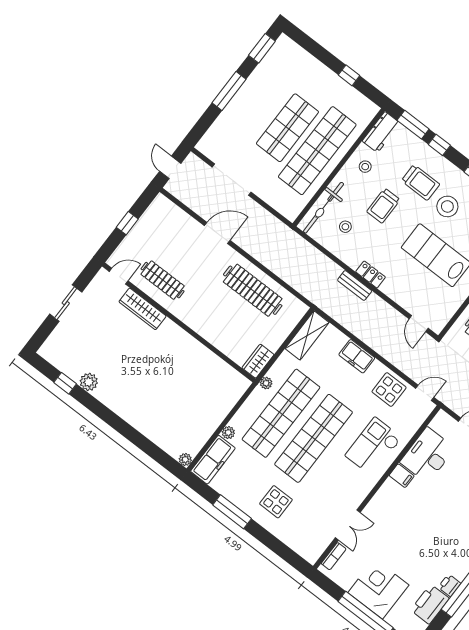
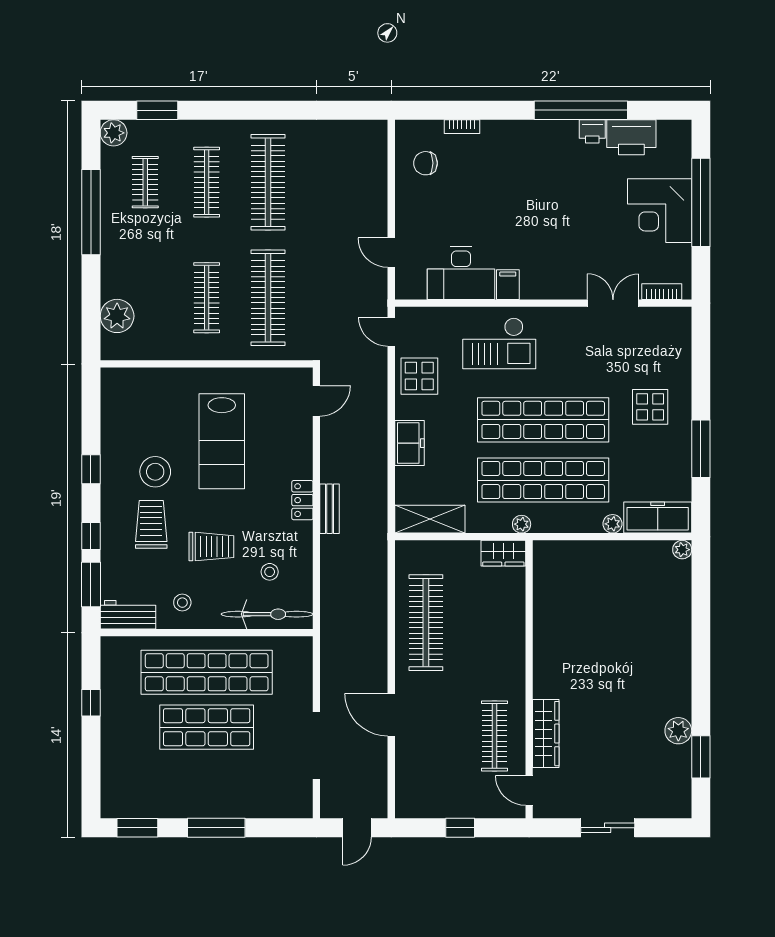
window: (65, 383) -> (701, 757), width x1.50

